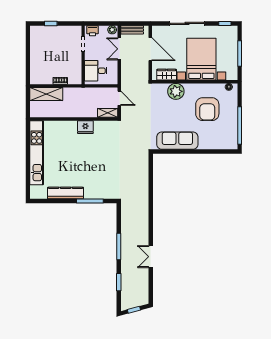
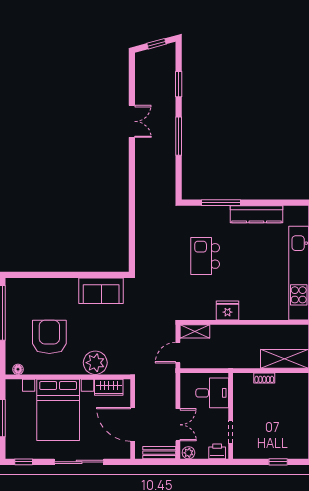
door: (119, 98) -> (178, 353), hinge flipped
sofa: (177, 141) -> (101, 291), width x0.73
kitchen island: (101, 164) -> (205, 256), added

